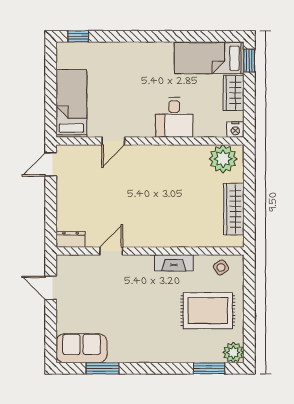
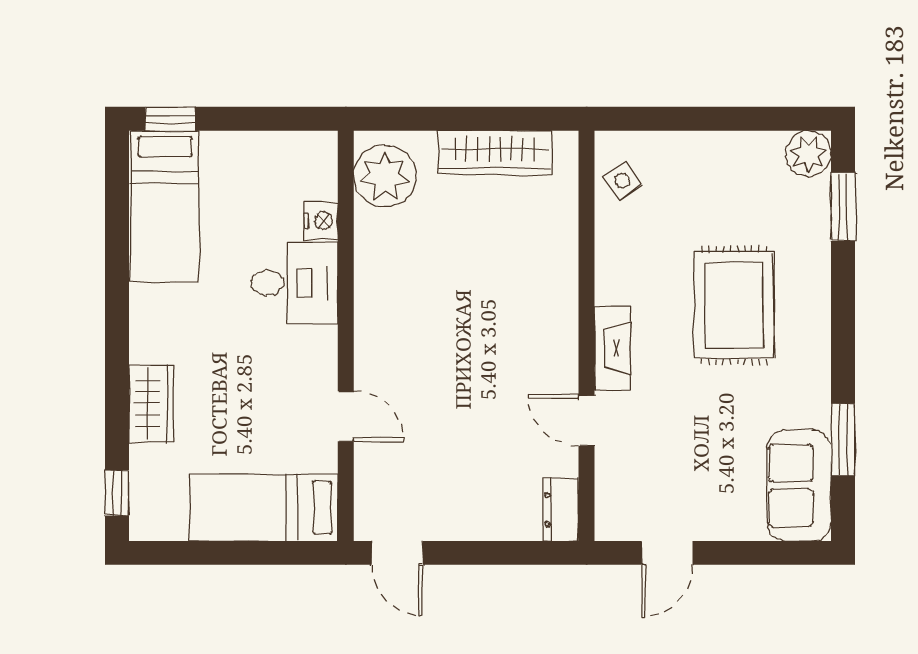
wardrobe: (234, 93) -> (151, 403), moved, turned -90
nightstand: (235, 130) -> (321, 221), moved
fireplace: (174, 263) -> (612, 348), moved
rug: (208, 311) -> (734, 305), moved

